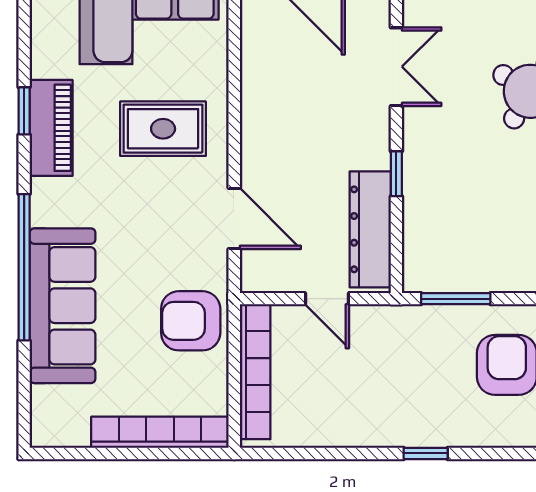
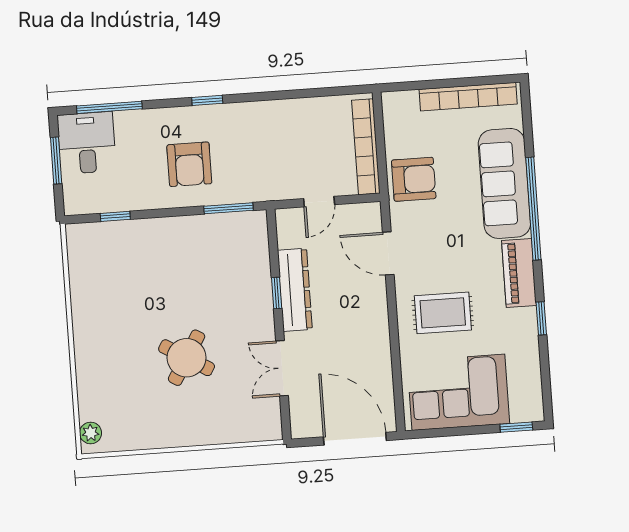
piano: (51, 128) -> (519, 273), moved
dresser: (370, 229) -> (295, 290), moved
door: (327, 299) -> (319, 202), swing flipped
bookcase: (160, 432) -> (468, 97), moved
window: (426, 453) -> (207, 100), moved

